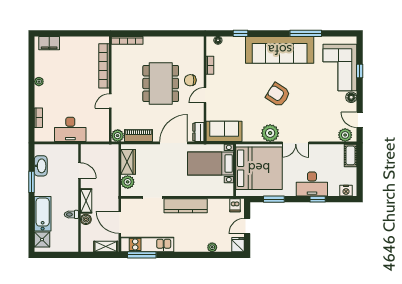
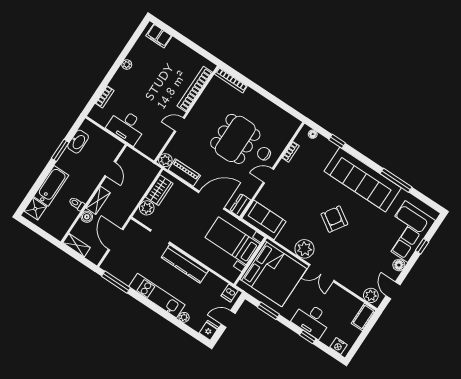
kitchen unit: (147, 244) -> (157, 296), moved
shelving: (106, 247) -> (77, 245), moved

